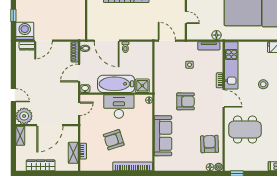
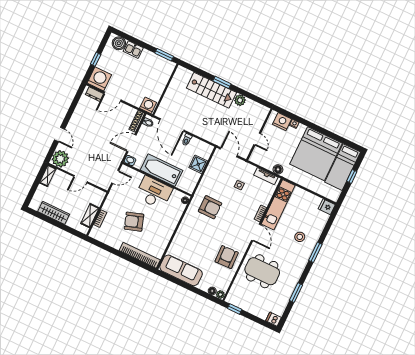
washing machine: (78, 33) -> (148, 105), added
shower: (142, 86) -> (198, 164), moved
armchair: (186, 101) -> (210, 207), moved
door: (50, 125) -> (80, 179), width x0.53
sofa: (163, 136) -> (181, 270), moved, turned -90
armchair: (210, 144) -> (227, 257), moved

